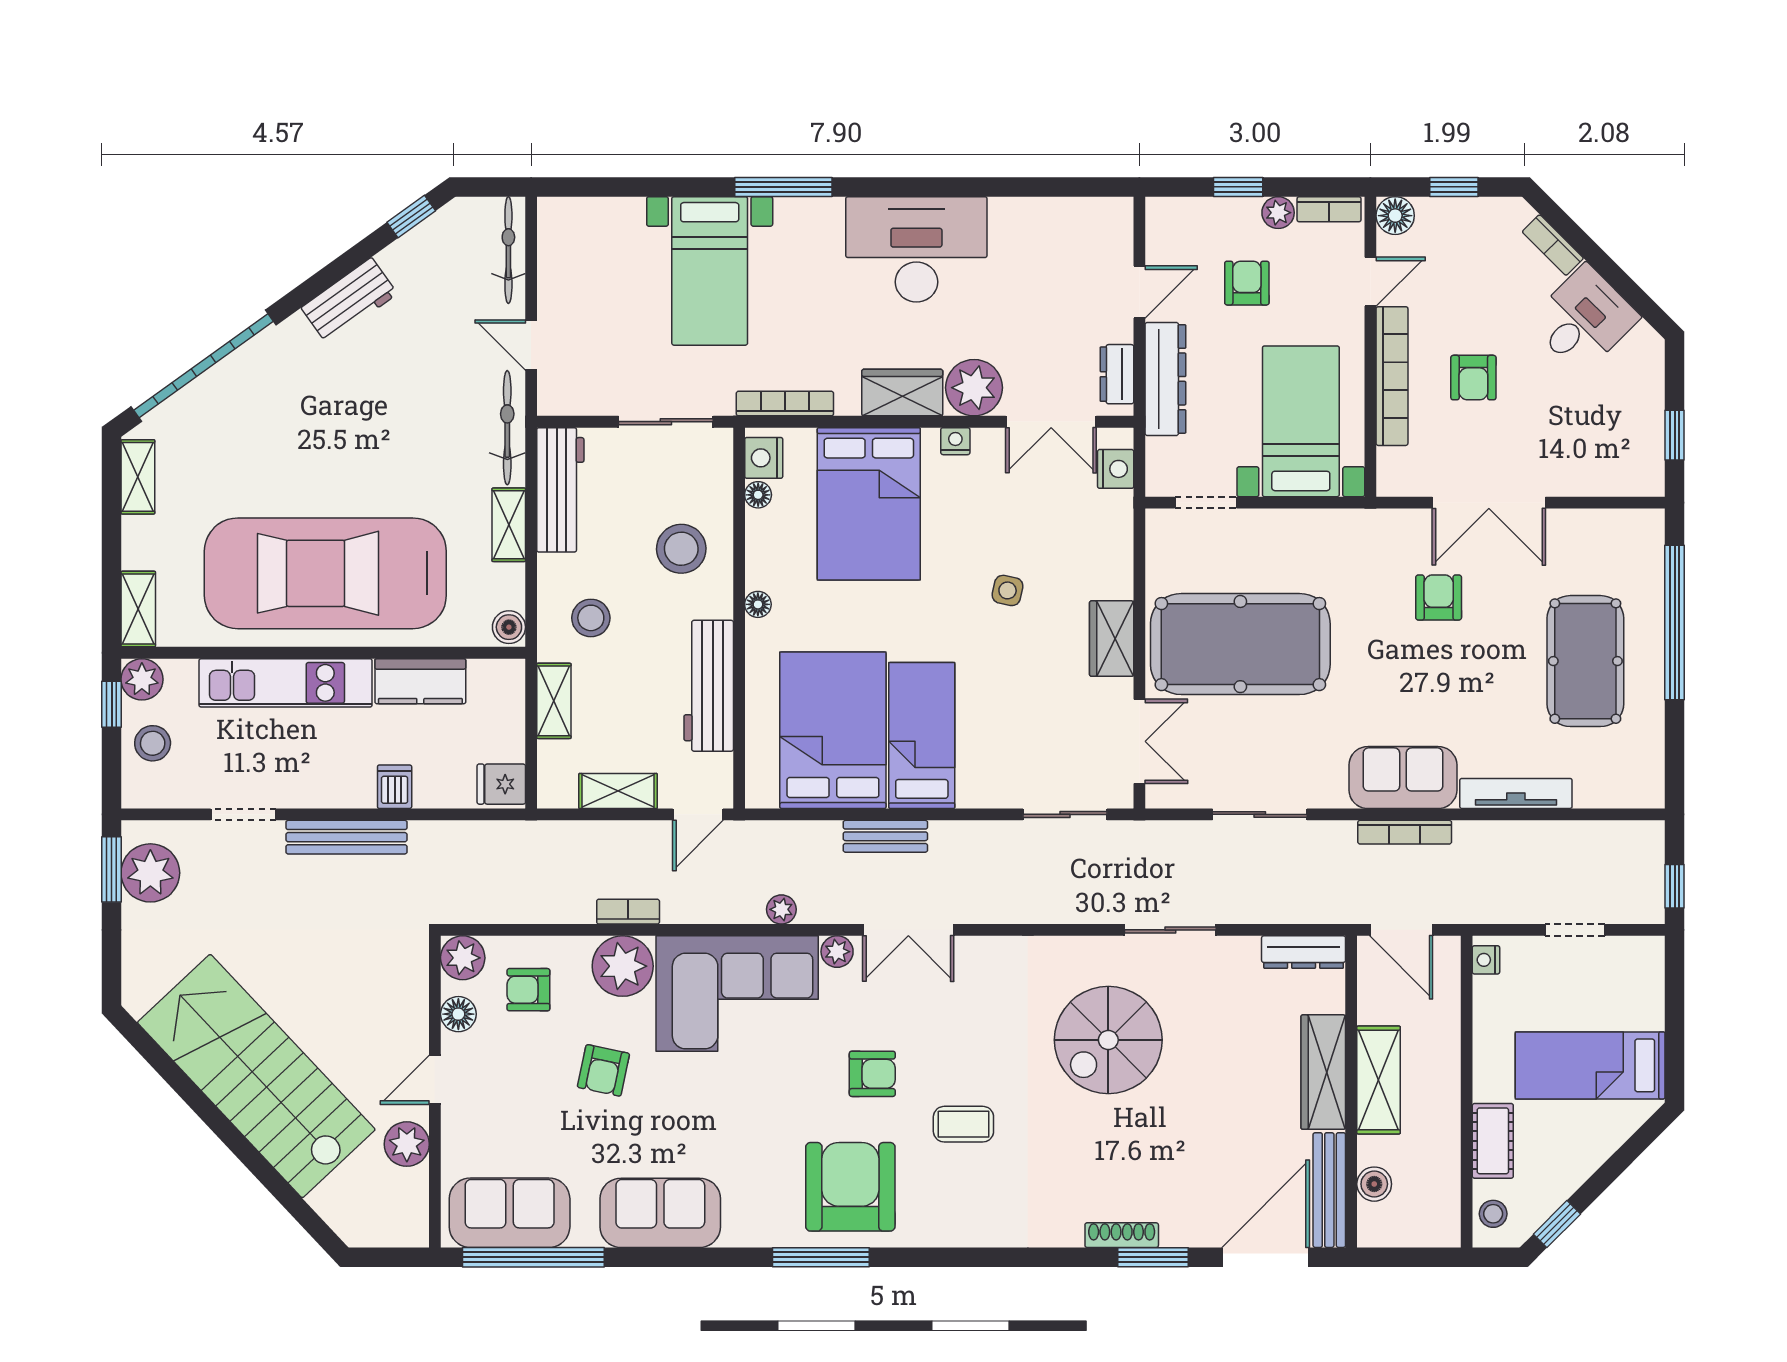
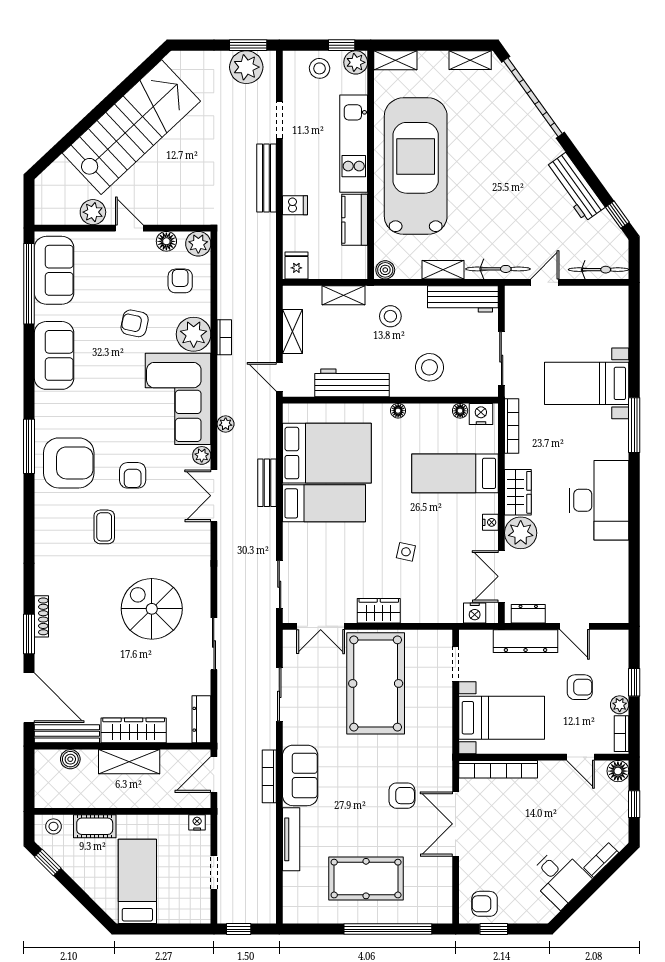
workbench: (349, 301) -> (575, 187), width x1.38
bookcase: (1392, 376) -> (498, 769), moved
armchair: (1473, 378) -> (485, 904), moved
bed: (869, 504) -> (455, 473), width x0.67

